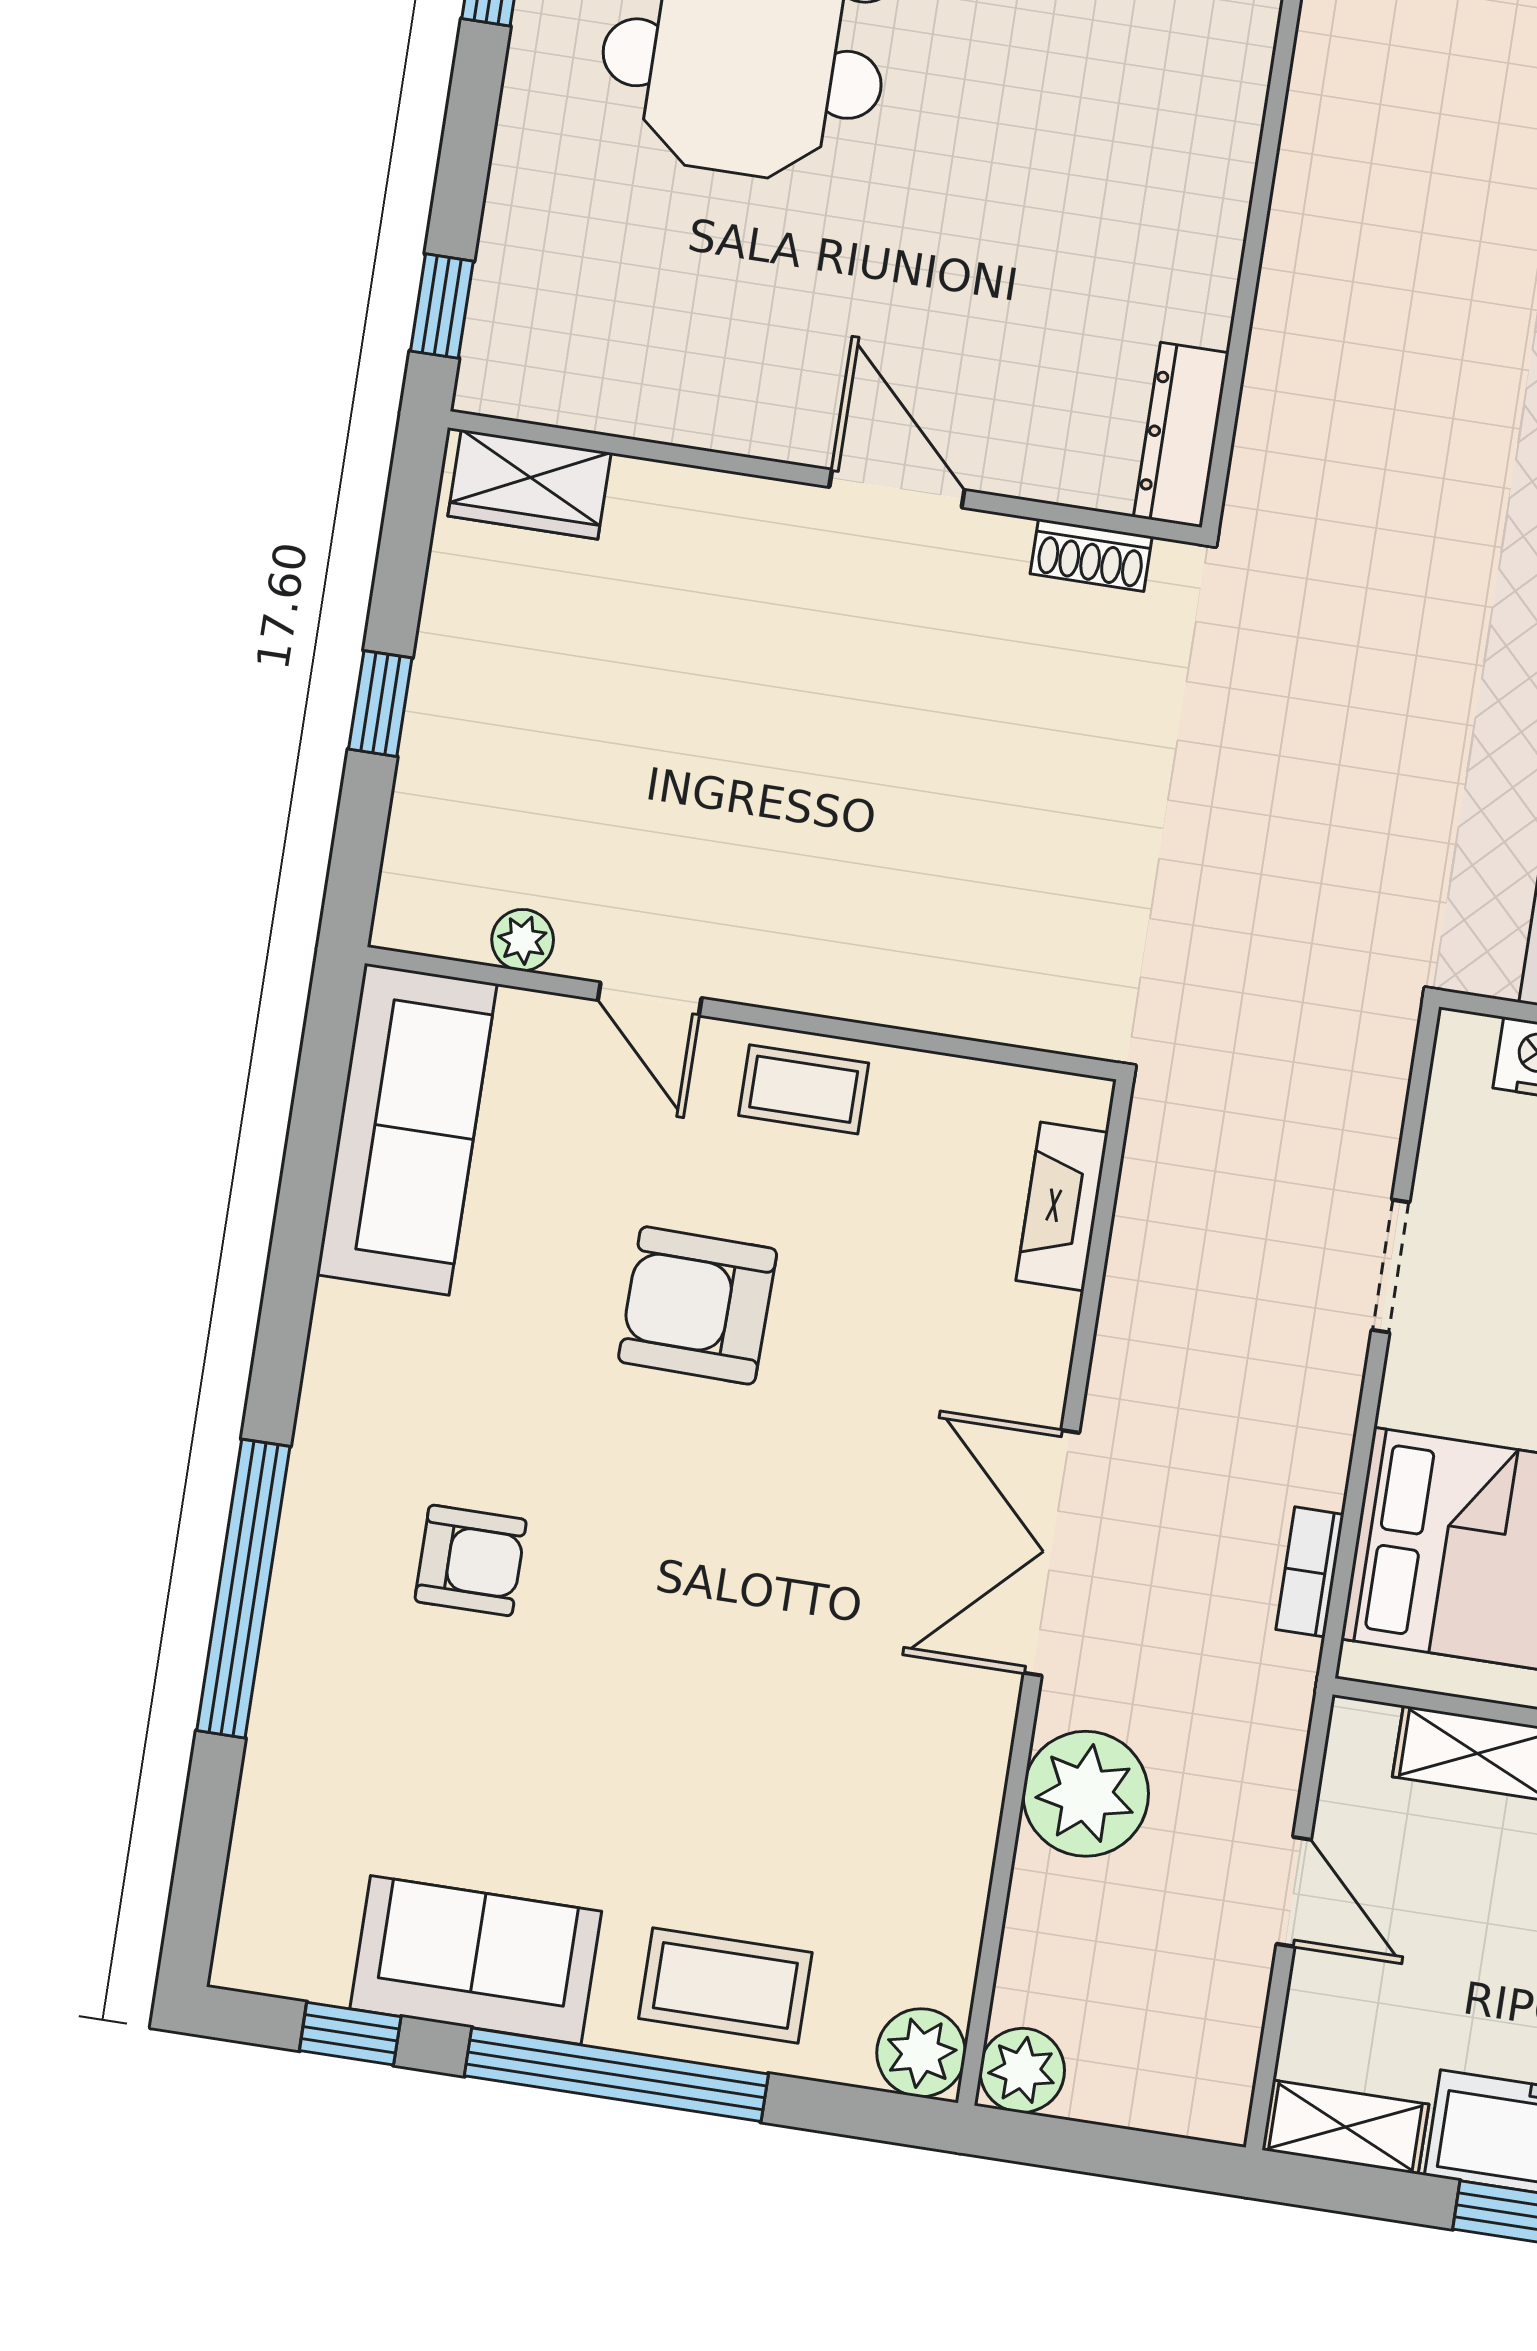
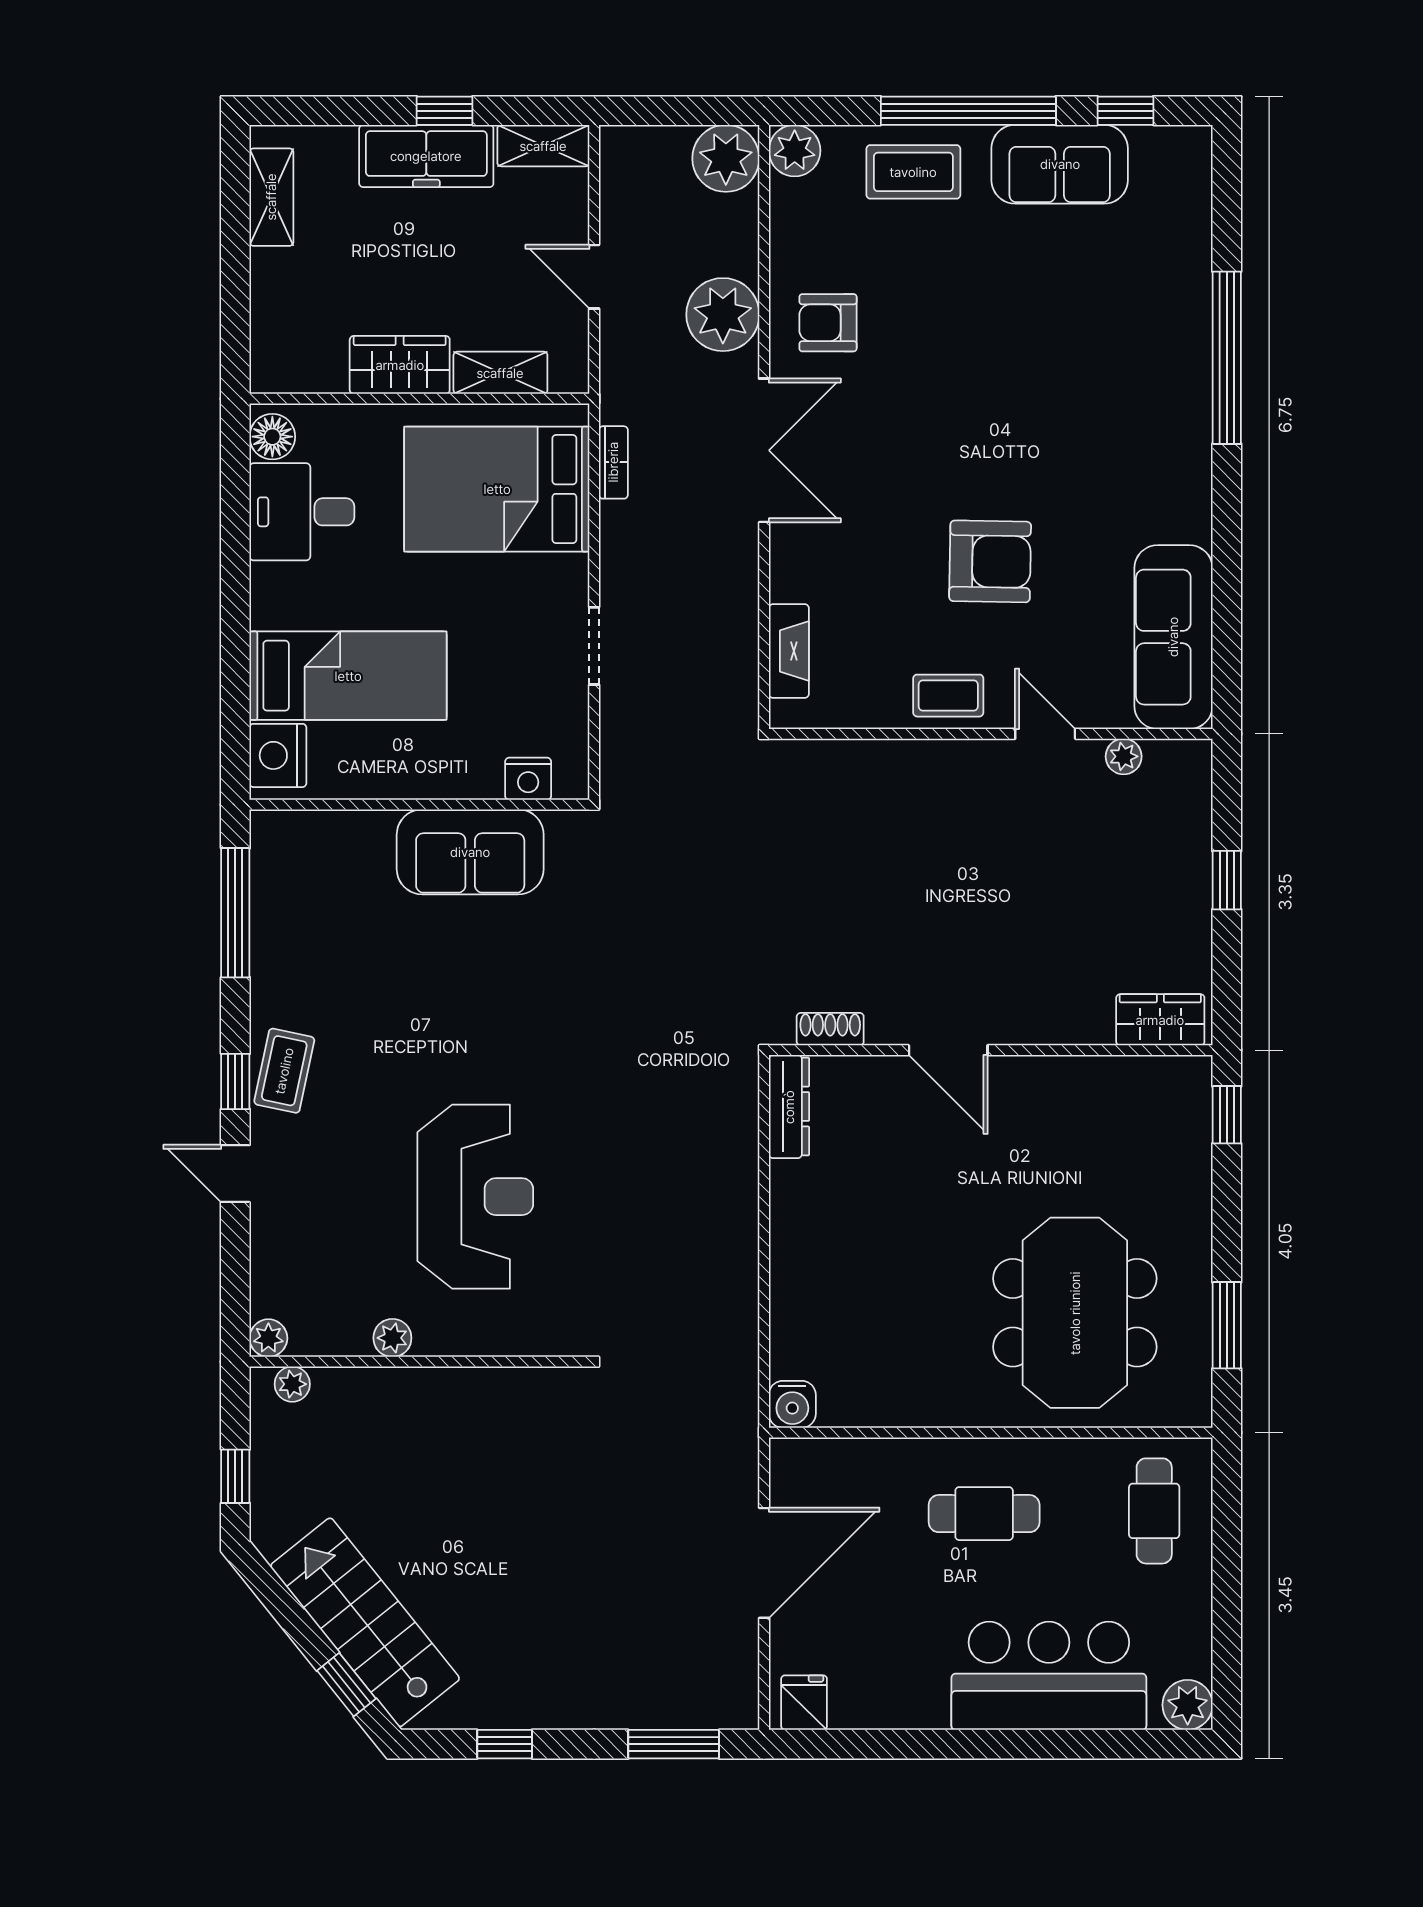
armchair: (471, 1560) -> (828, 323), moved
plant: (1022, 2070) -> (726, 158), width x1.36, depth x1.36

